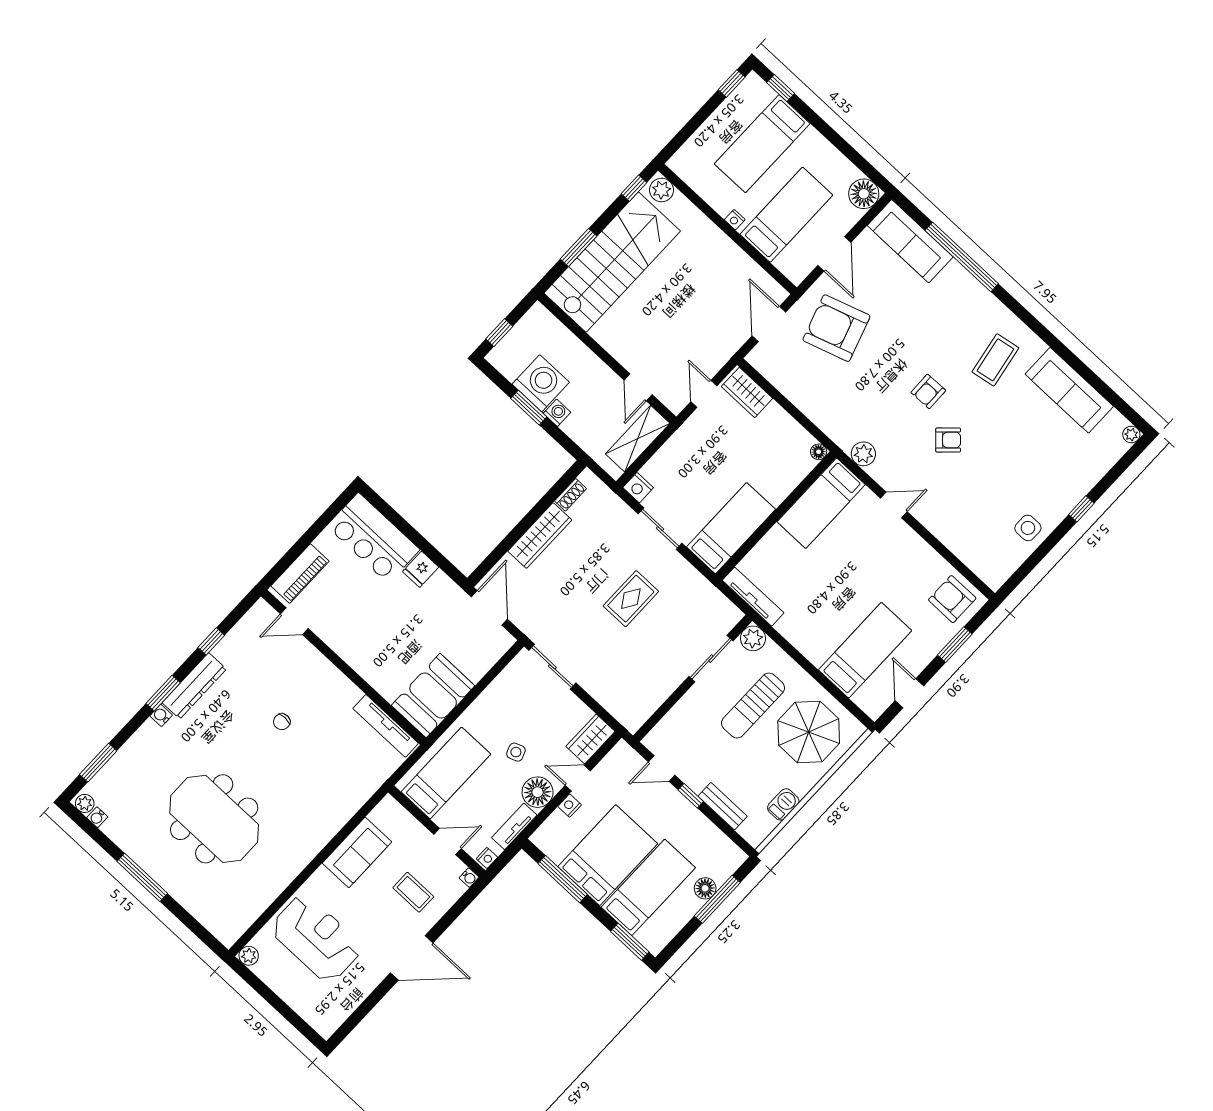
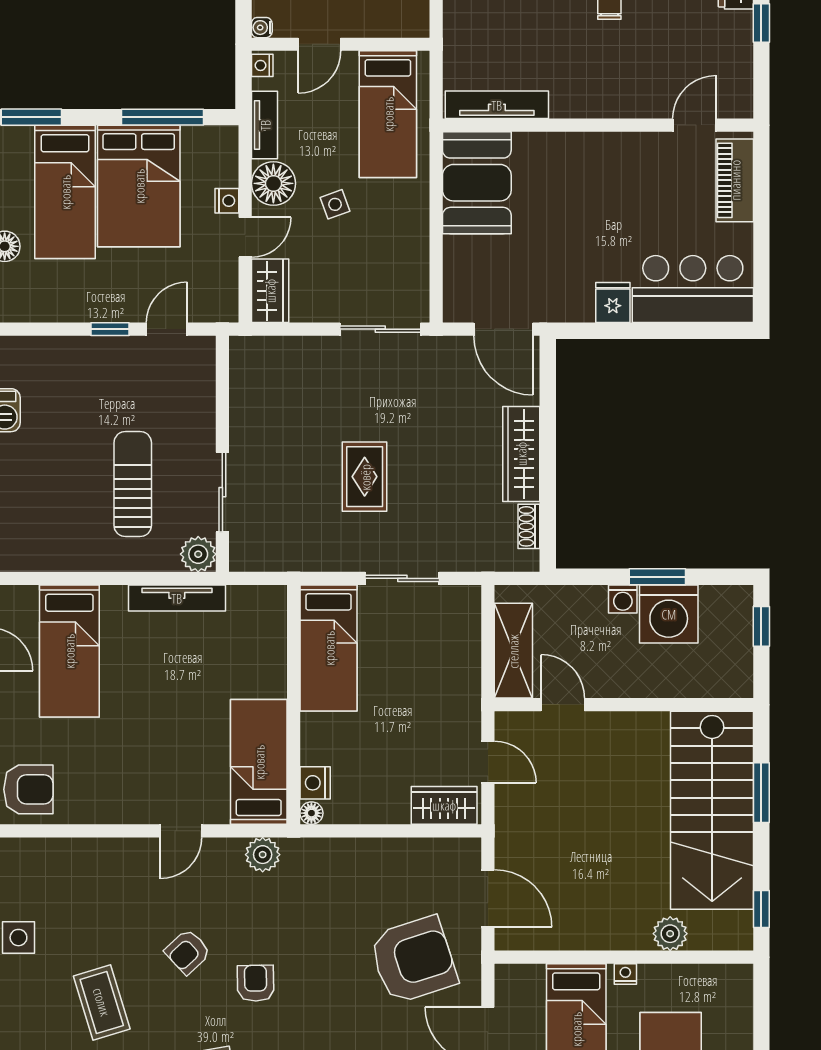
plant: (662, 190) -> (670, 934), moved
coffee table: (1016, 455) -> (102, 1002), added
nightstand: (638, 488) -> (315, 783), moved, turned -90
tv unit: (753, 597) -> (177, 598), moved
parasol: (809, 732) -> (49, 511), removed
bench: (723, 806) -> (66, 349), removed

